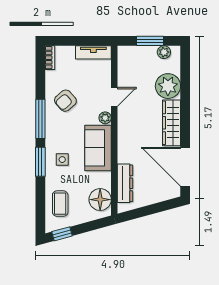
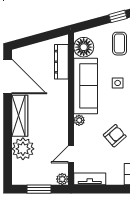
plant: (164, 52) -> (62, 179), moved
door: (114, 97) -> (71, 154), moved
sofa: (98, 148) -> (86, 86), width x1.36

